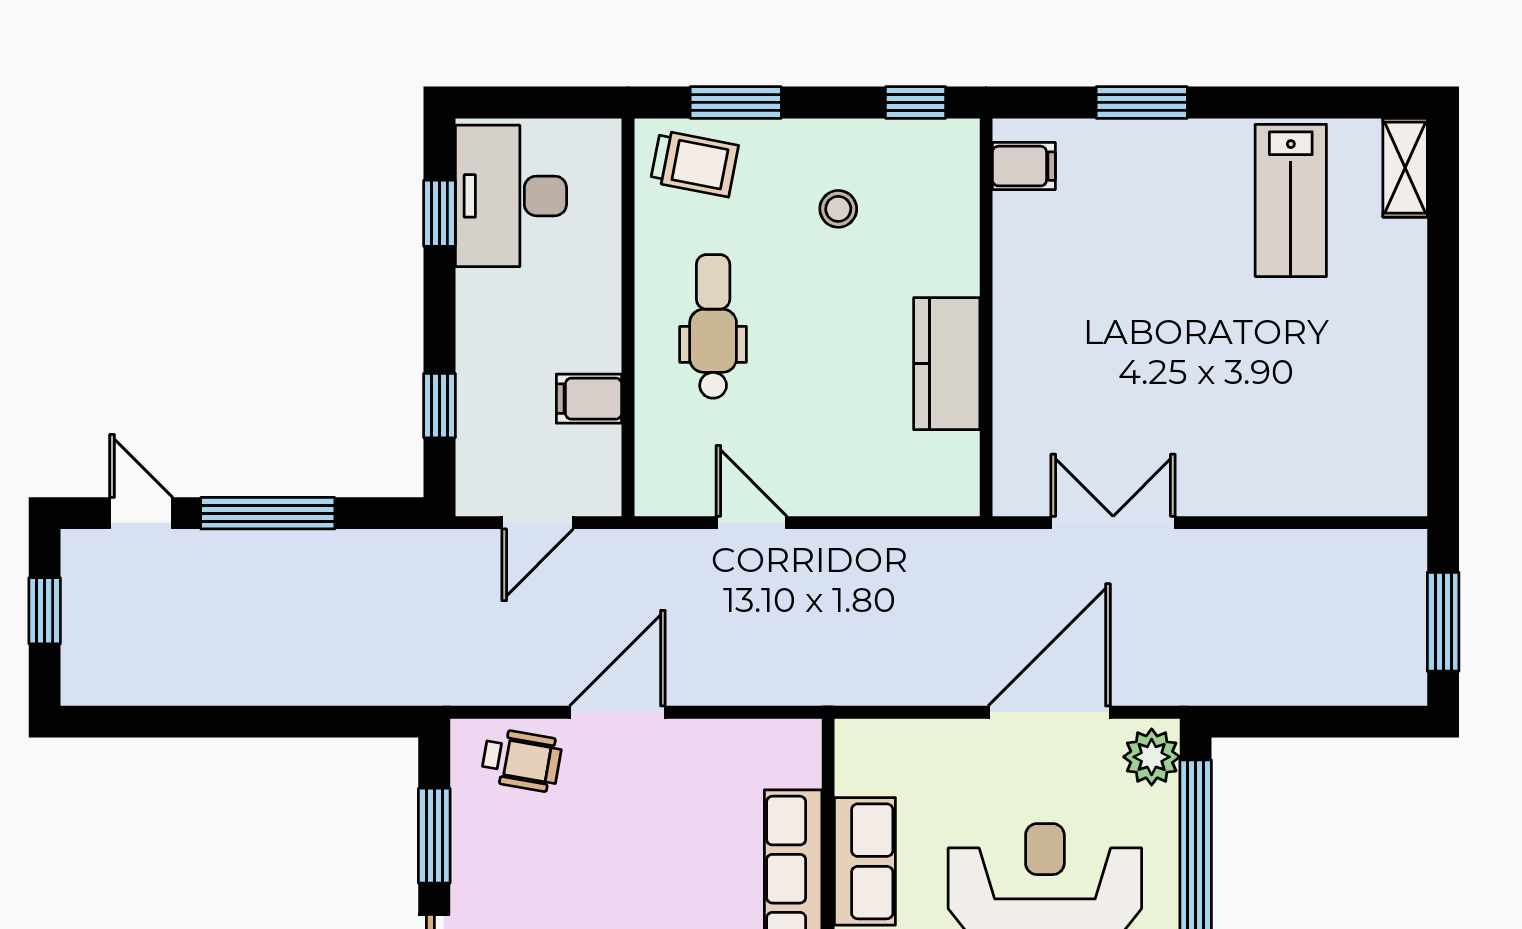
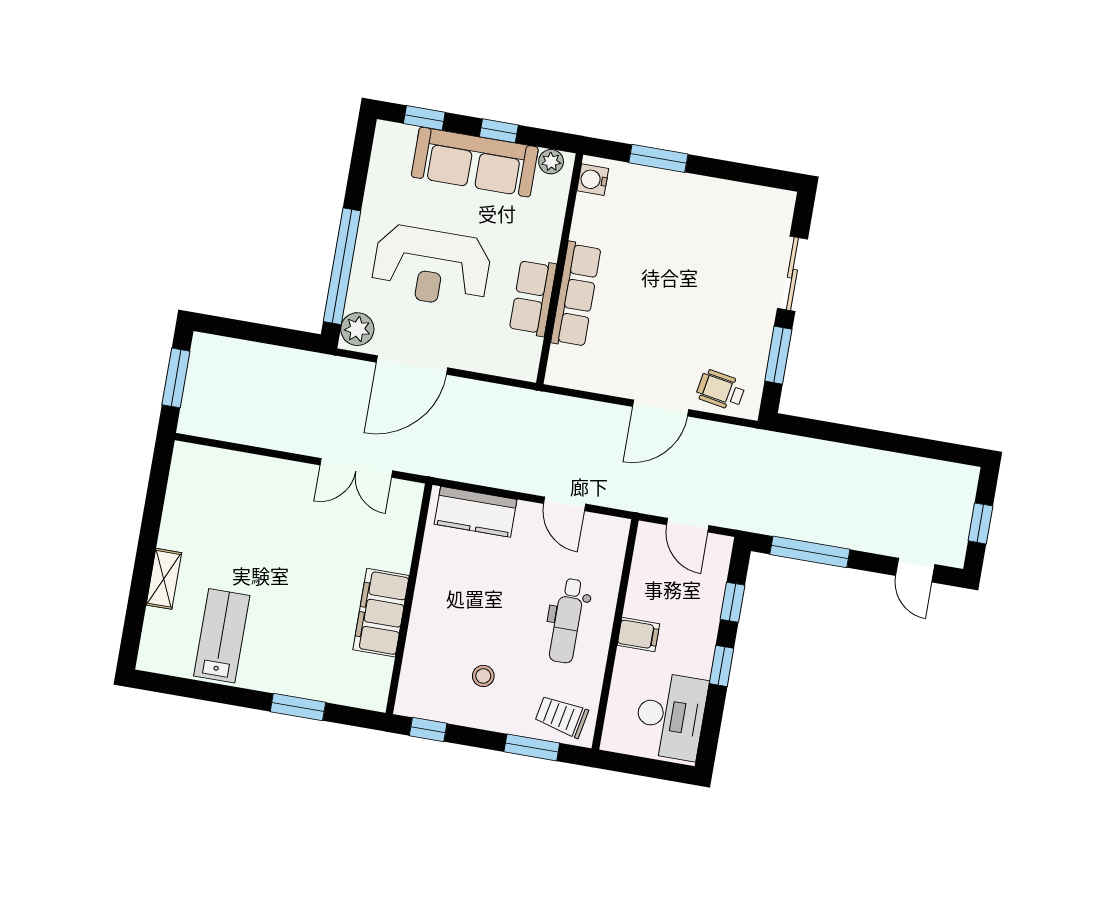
filing cabinet: (1024, 166) -> (381, 613), moved, width x3.00, depth x1.17
shelving: (1405, 168) -> (164, 579), moved
window: (440, 213) -> (722, 666), moved
kitchen counter: (947, 364) -> (476, 512), moved, turned 90
filing cabinet: (589, 399) -> (638, 635), moved
window: (268, 513) -> (810, 552), moved
door: (538, 523) -> (688, 525), swing flipped

